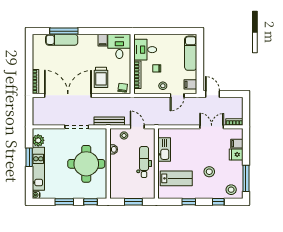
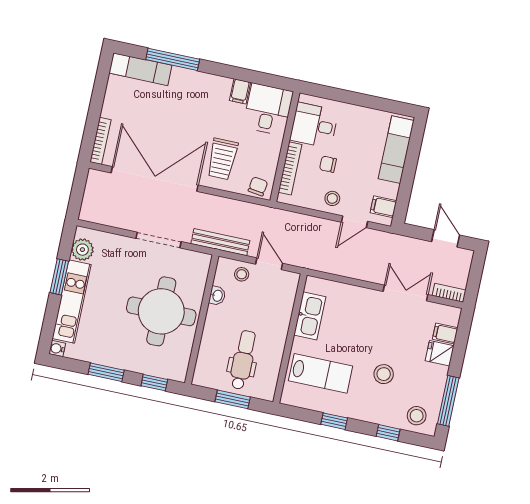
exam couch: (62, 40) -> (140, 69), moved
door: (213, 94) -> (446, 238), moved
dental chair: (144, 162) -> (243, 360), moved

